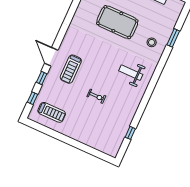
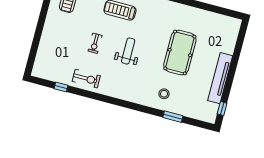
weight bench: (131, 73) -> (128, 51), moved
exercise bike: (126, 109) -> (86, 79), added

